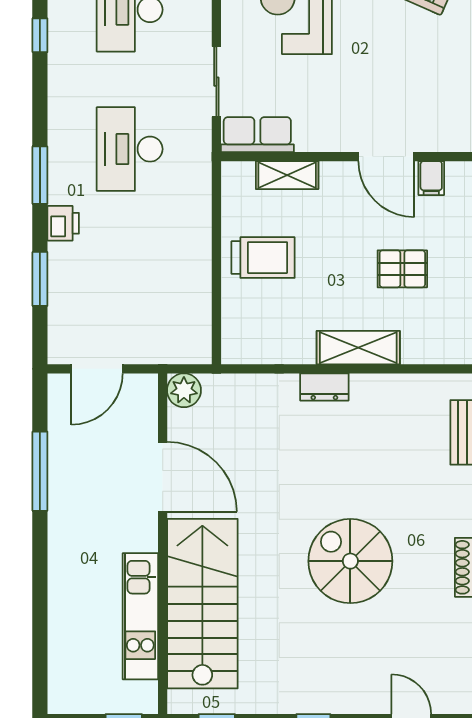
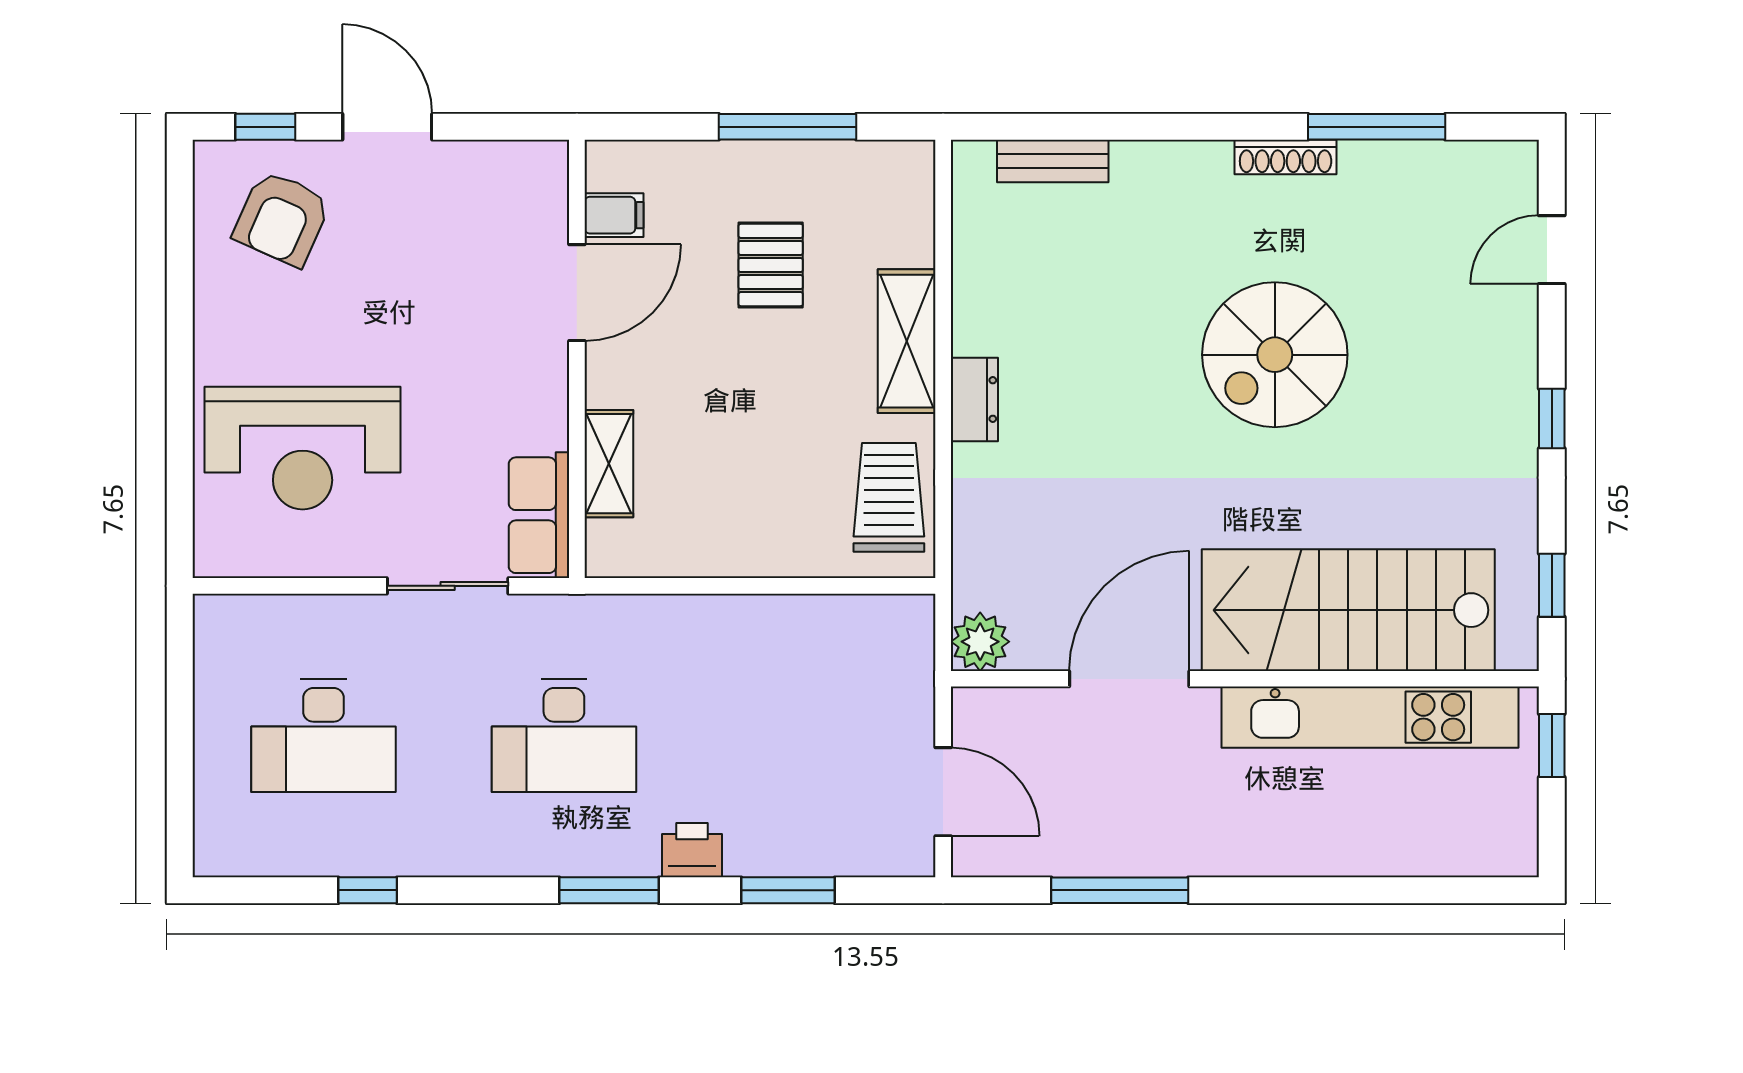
trolley: (263, 258) -> (889, 497), moved
kitchen unit: (140, 616) -> (1370, 717), width x1.36

